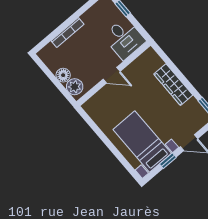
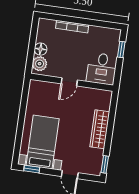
door: (112, 75) -> (69, 82), hinge flipped
window: (168, 161) -> (32, 169), moved

